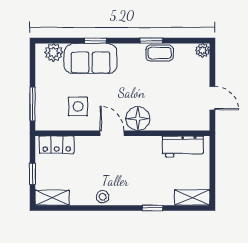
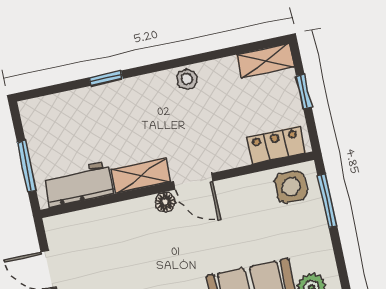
side table: (78, 106) -> (291, 187), moved
floor lamp: (138, 119) -> (165, 202), width x0.53, depth x0.53
window: (212, 164) -> (27, 166), added
shelving: (192, 197) -> (141, 175), moved

